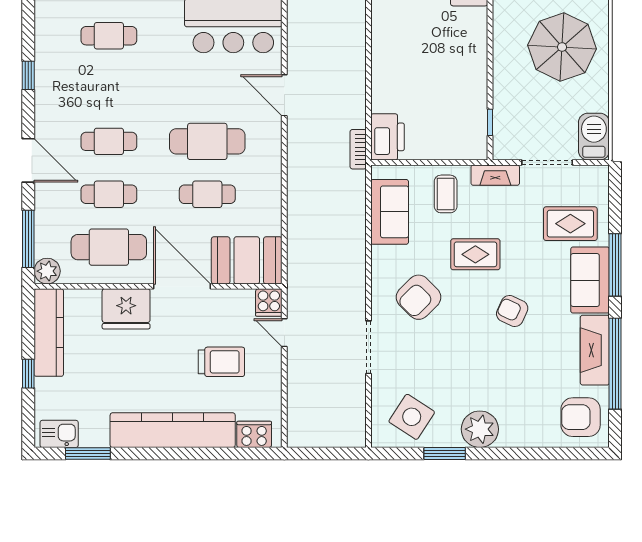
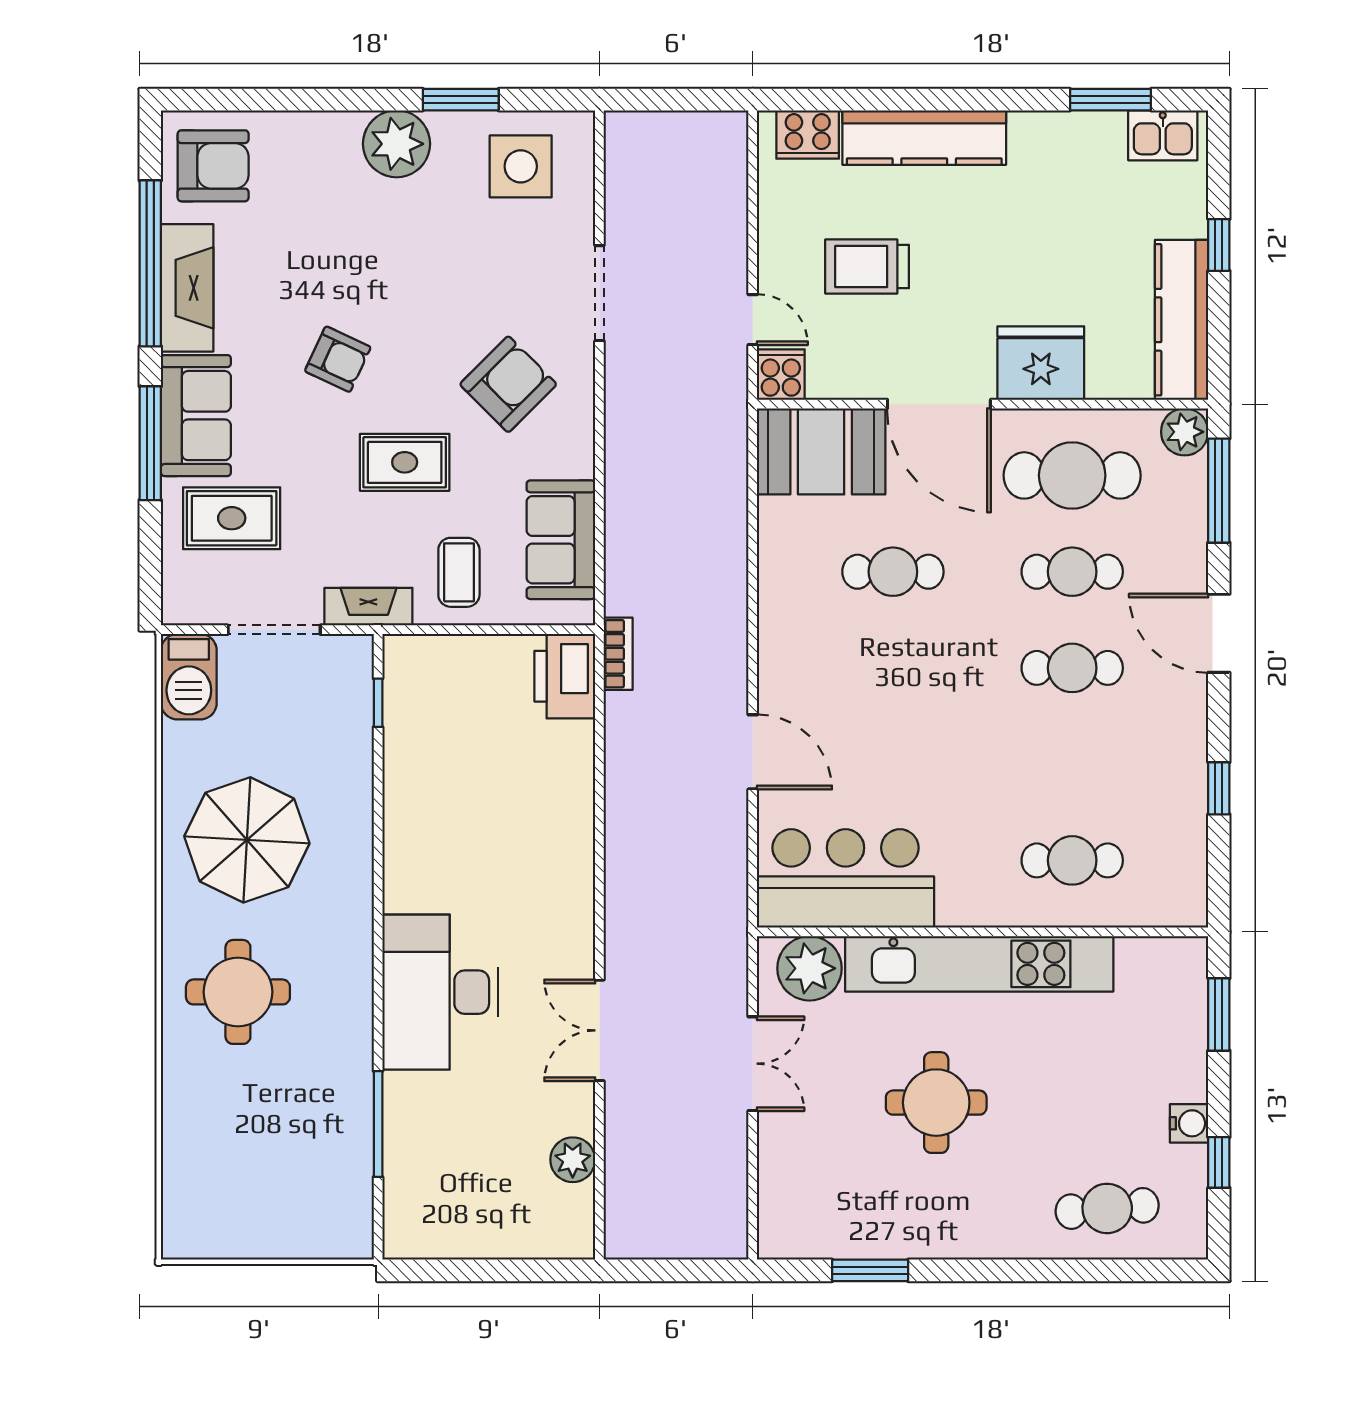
cafe table: (207, 141) -> (893, 668), removed
side table: (412, 417) -> (521, 166), turned -33
kitchen counter: (173, 430) -> (924, 138), width x0.72, depth x0.86

